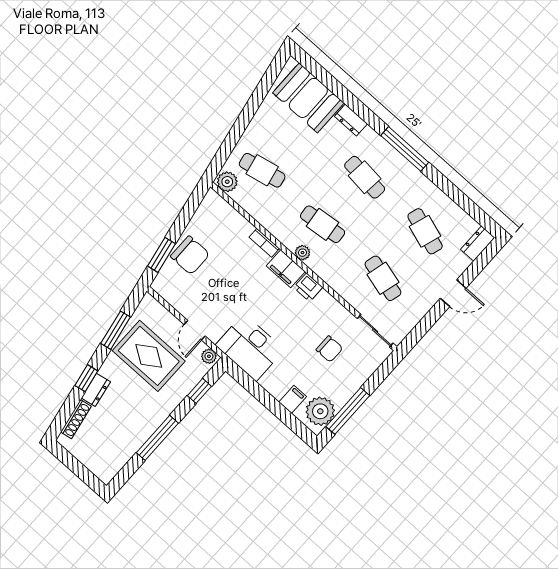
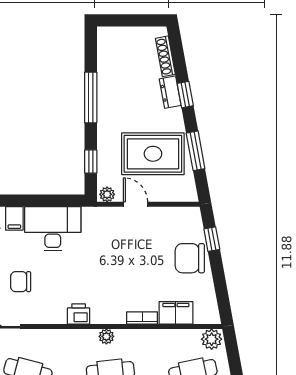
window: (162, 255) -> (212, 239), width x0.67
filing cabinet: (286, 269) -> (176, 313), moved
desk: (250, 347) -> (53, 229), moved

